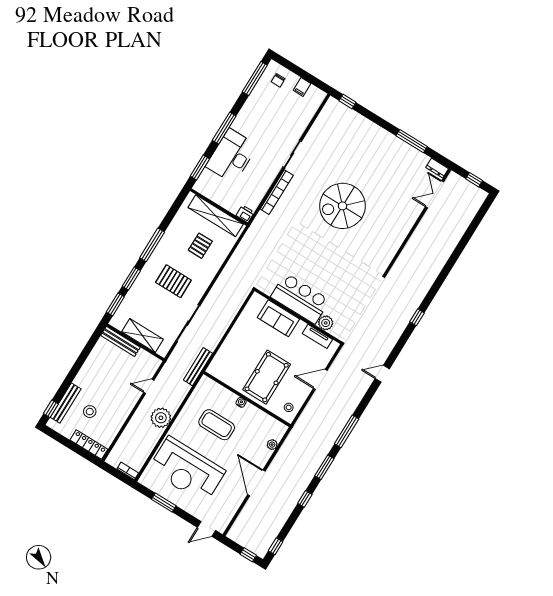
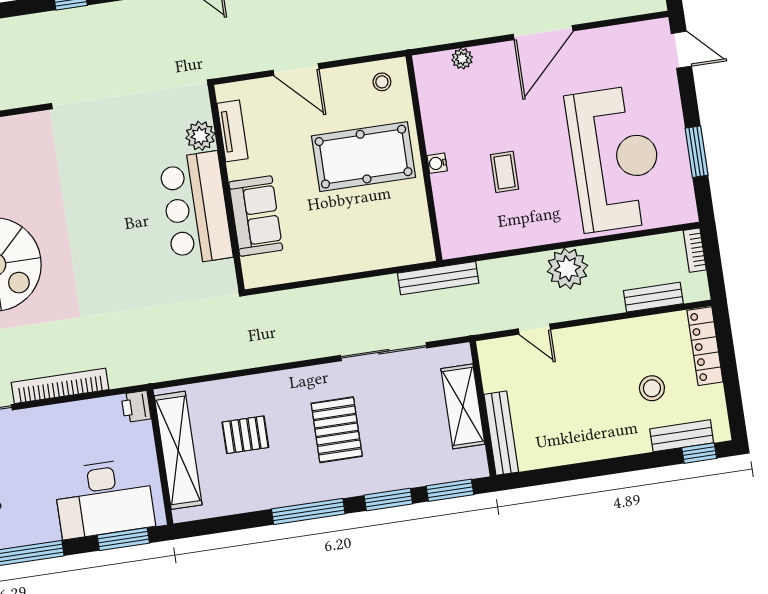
desk: (232, 156) -> (104, 498), moved
bench: (66, 403) -> (682, 436), width x0.73
coffee table: (217, 425) -> (505, 172), width x0.54, depth x0.58
bench: (123, 441) -> (653, 297), added

